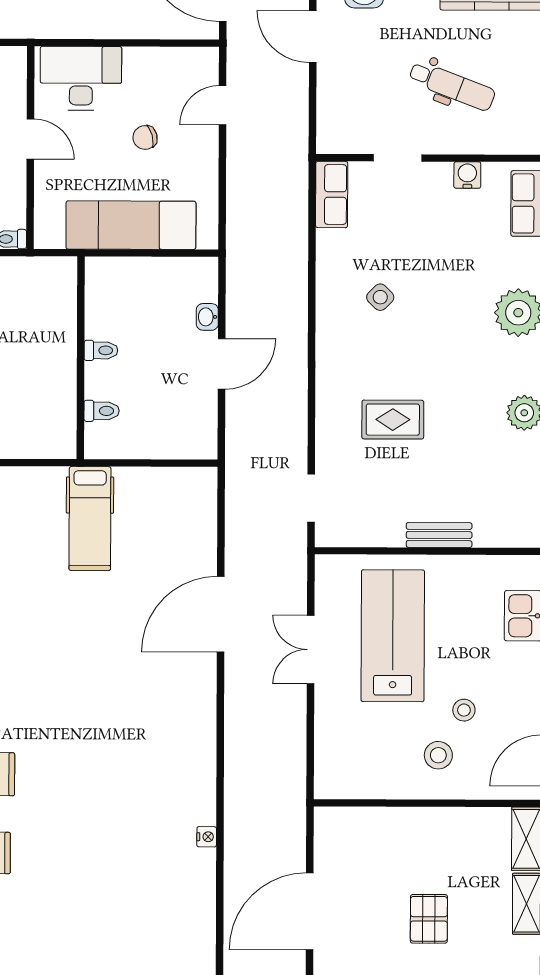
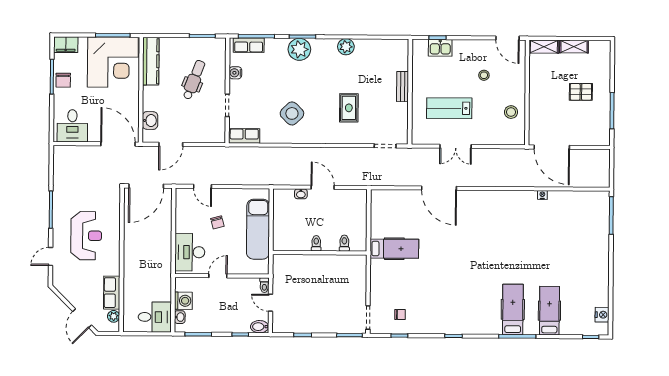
side table: (380, 297) -> (292, 113), width x1.87, depth x1.87
lab bench: (393, 636) -> (449, 108), width x0.73, depth x0.72
stool: (438, 755) -> (511, 112), moved
door: (310, 911) -> (552, 147), moved

